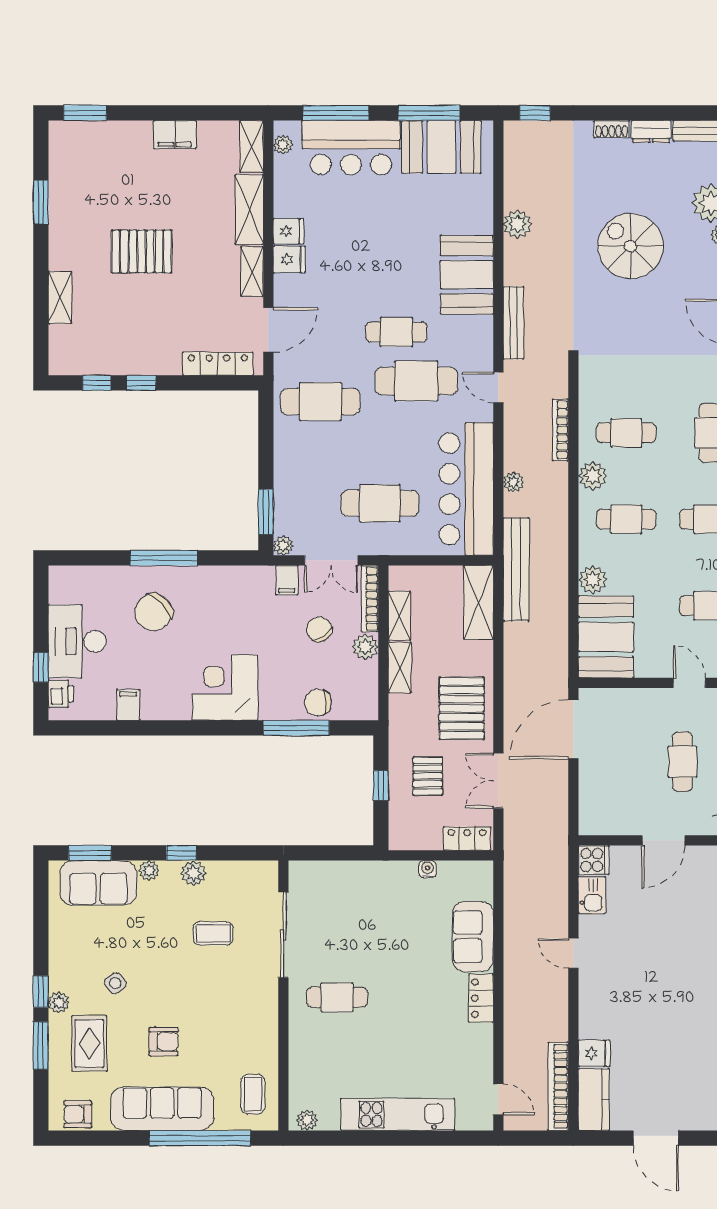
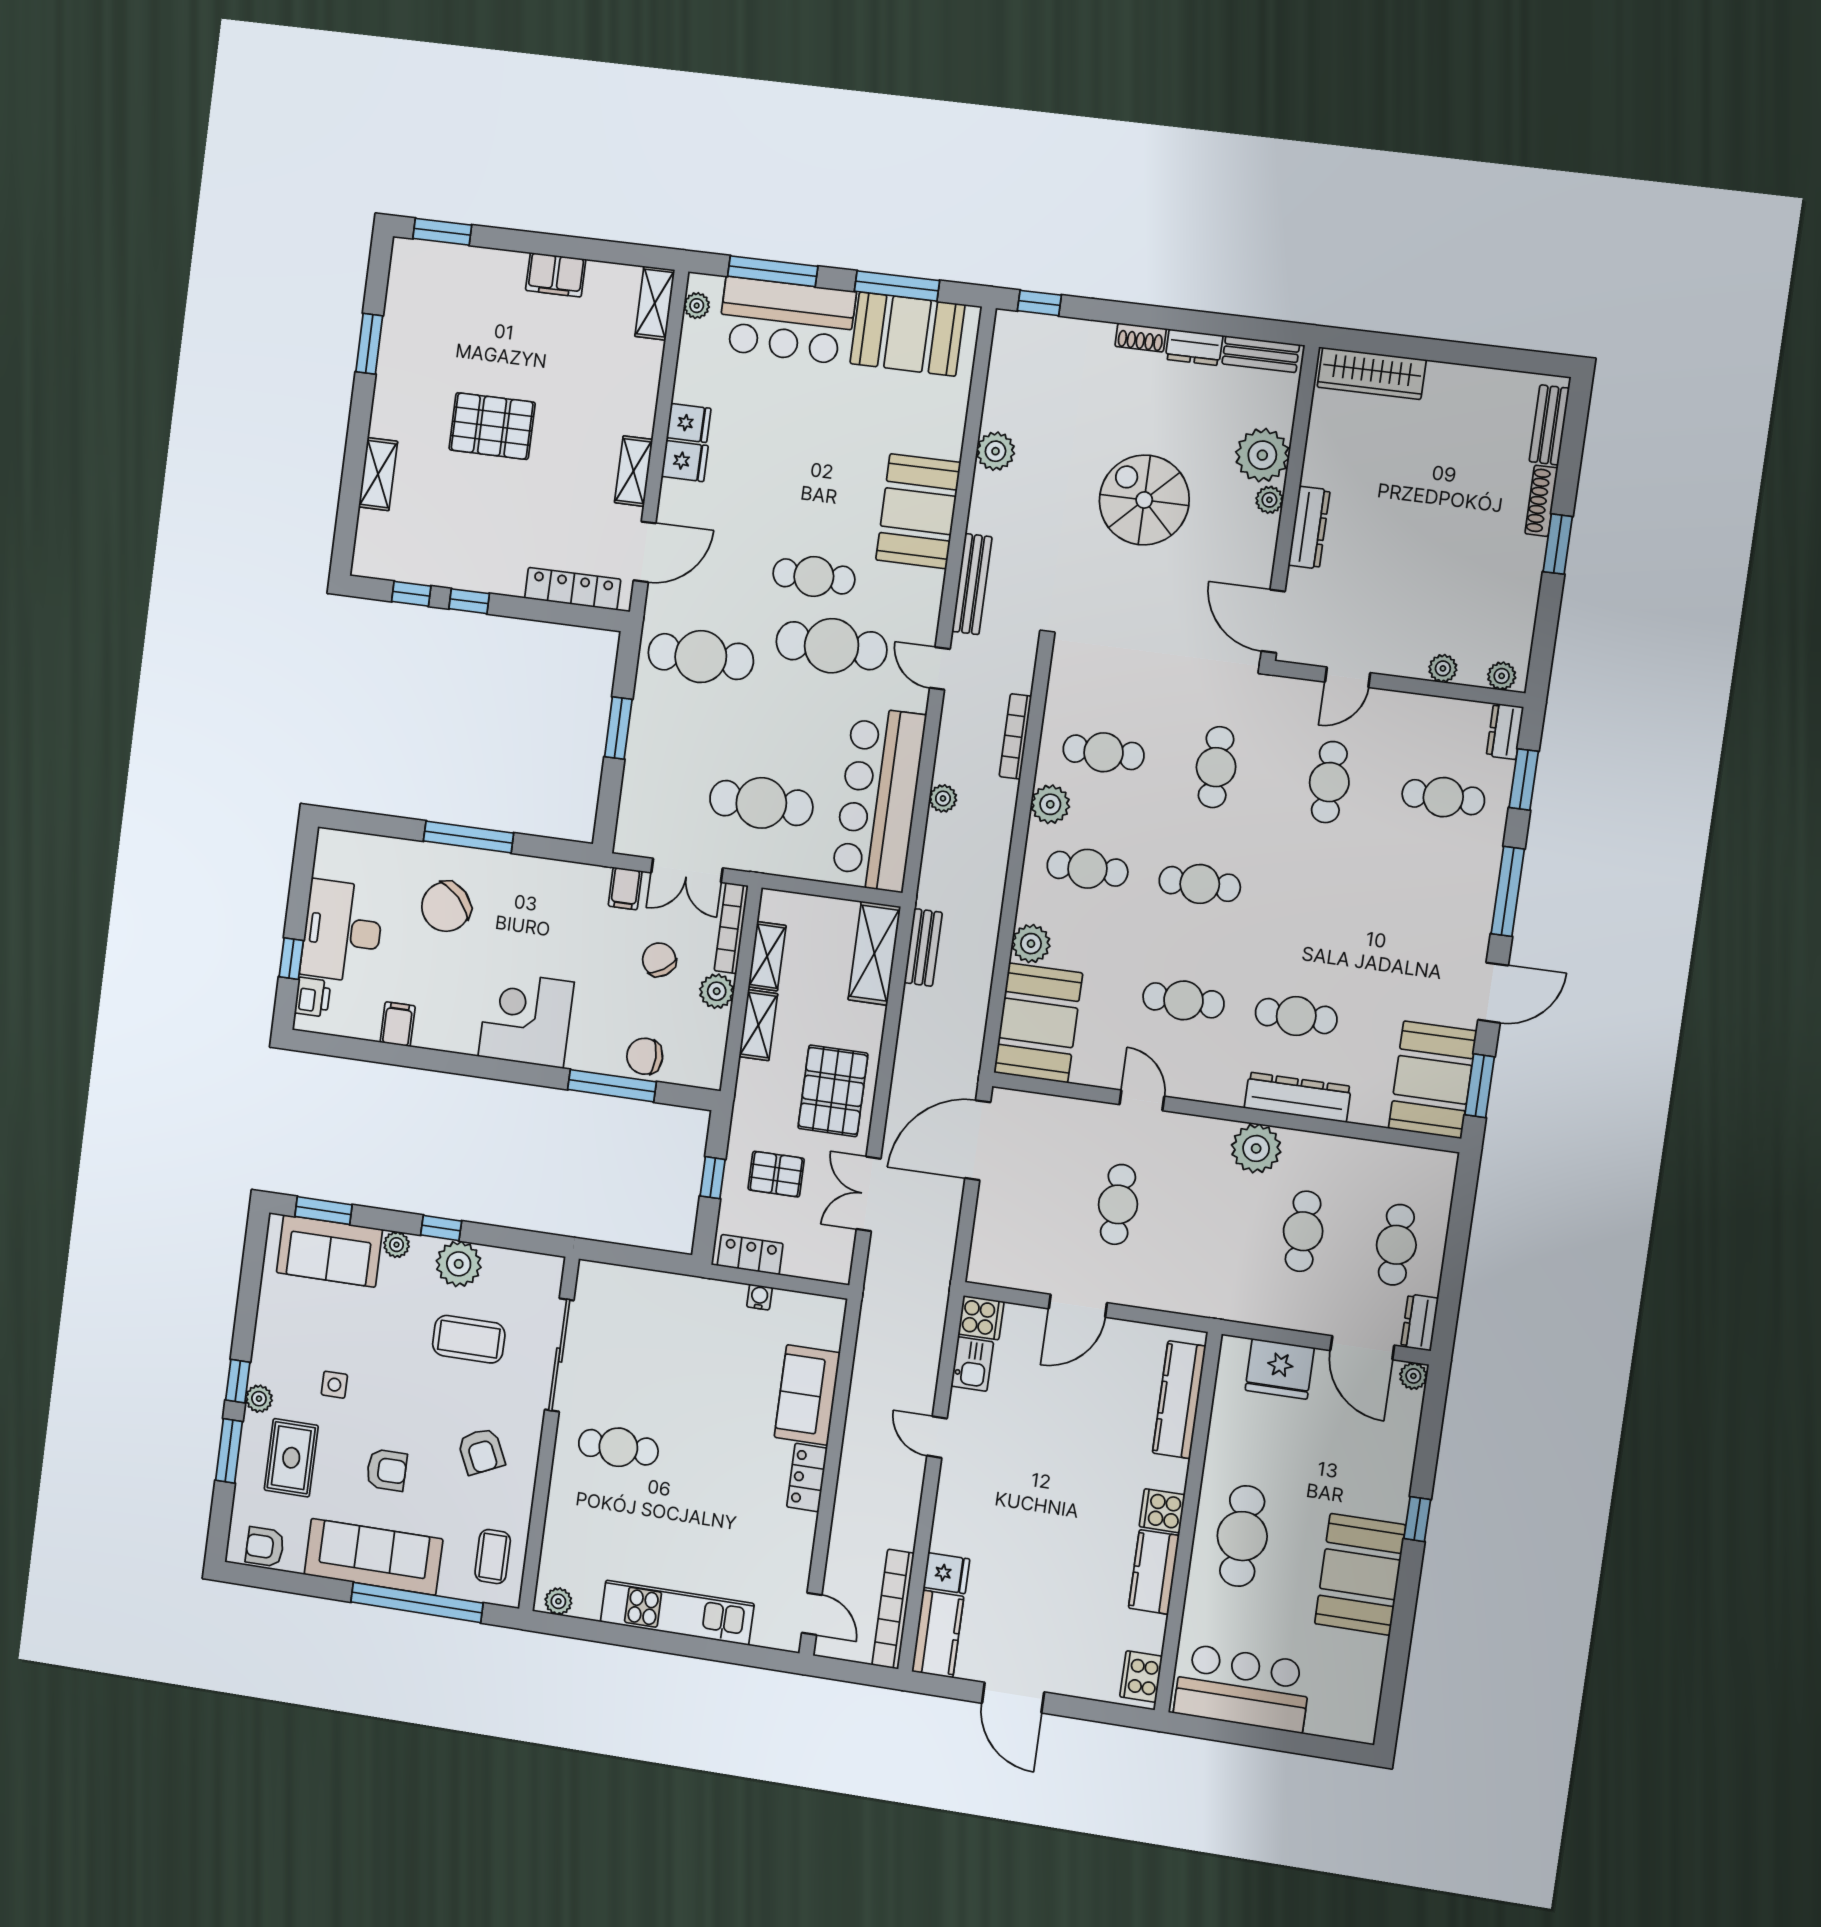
shelving: (249, 210) -> (641, 388), removed
window: (266, 512) -> (618, 728), moved
plant: (283, 545) -> (627, 842), removed
bench: (516, 569) -> (923, 947), width x0.54, depth x0.82
pallet: (428, 776) -> (776, 1174), turned 90
locker: (467, 839) -> (750, 1255), moved
plant: (193, 873) -> (459, 1264), width x1.36, depth x1.36
coffee table: (213, 933) -> (469, 1339), width x1.36, depth x1.30
side table: (115, 983) -> (334, 1385), turned 37
armchair: (234, 1016) -> (481, 1451), added

